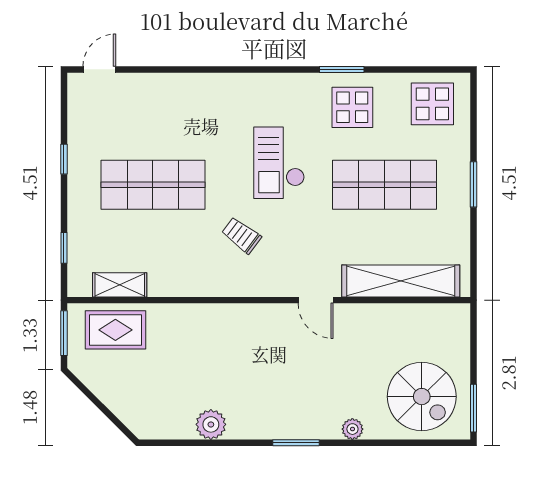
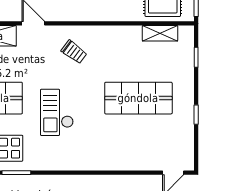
checkout: (279, 163) -> (57, 112), turned 180
trolley: (241, 235) -> (74, 52), moved

